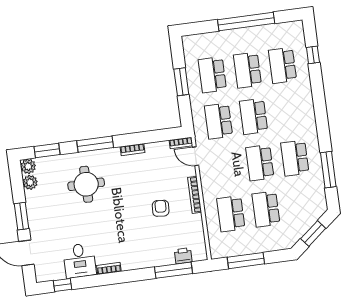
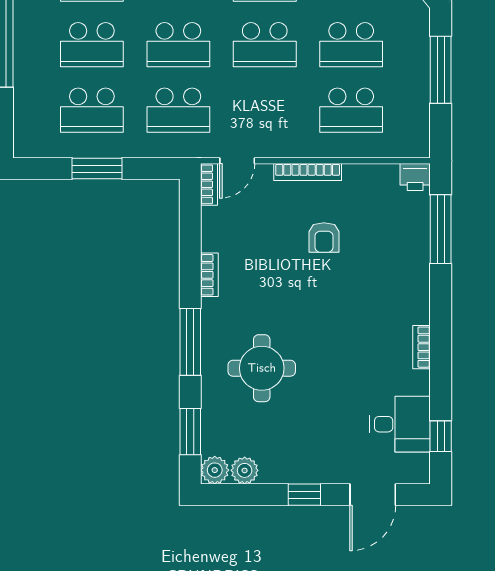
armchair: (161, 208) -> (324, 238), turned -94
window: (21, 216) -> (304, 495), width x0.67
printer: (183, 256) -> (415, 177), moved, turned -90
desk: (80, 261) -> (400, 424), moved
window: (246, 261) -> (441, 70), moved

